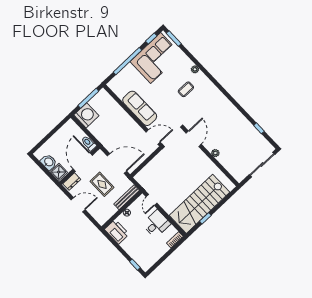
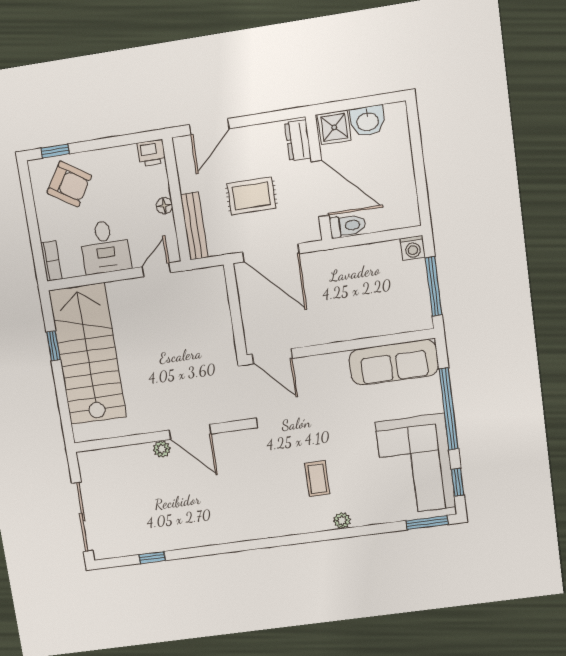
sofa: (140, 108) -> (394, 362), moved
washing machine: (86, 115) -> (413, 248), width x0.53, depth x0.53
door: (153, 137) -> (272, 356), hinge flipped
door: (194, 139) -> (190, 432), moved
door: (117, 164) -> (271, 253), hinge flipped
door: (152, 200) -> (156, 270), hinge flipped
door: (78, 205) -> (209, 127), moved
printer: (117, 232) -> (151, 153), width x0.53, depth x0.68
armchair: (143, 252) -> (69, 184), added

